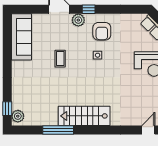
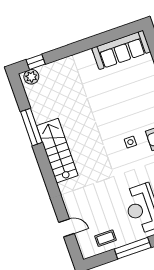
coffee table: (60, 59) -> (112, 102), removed

